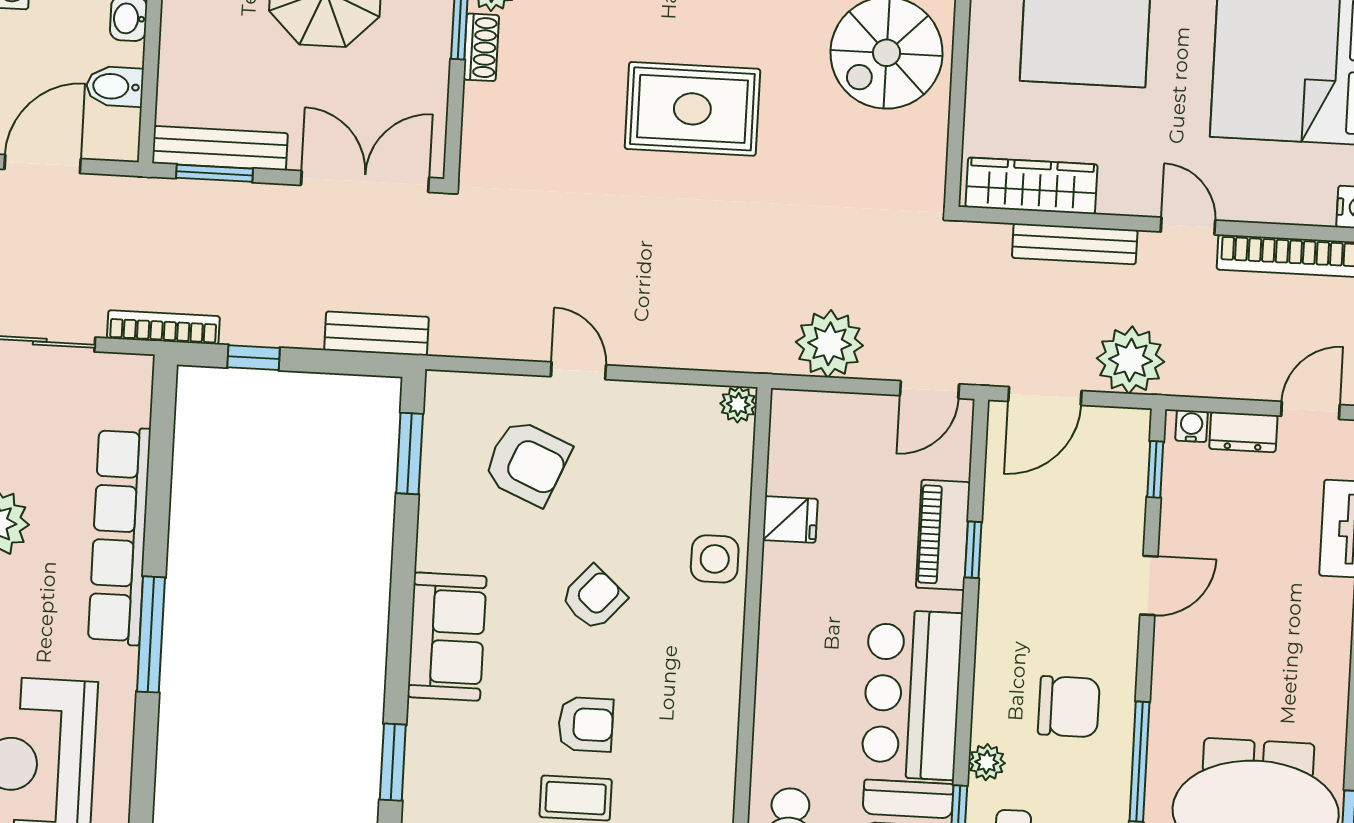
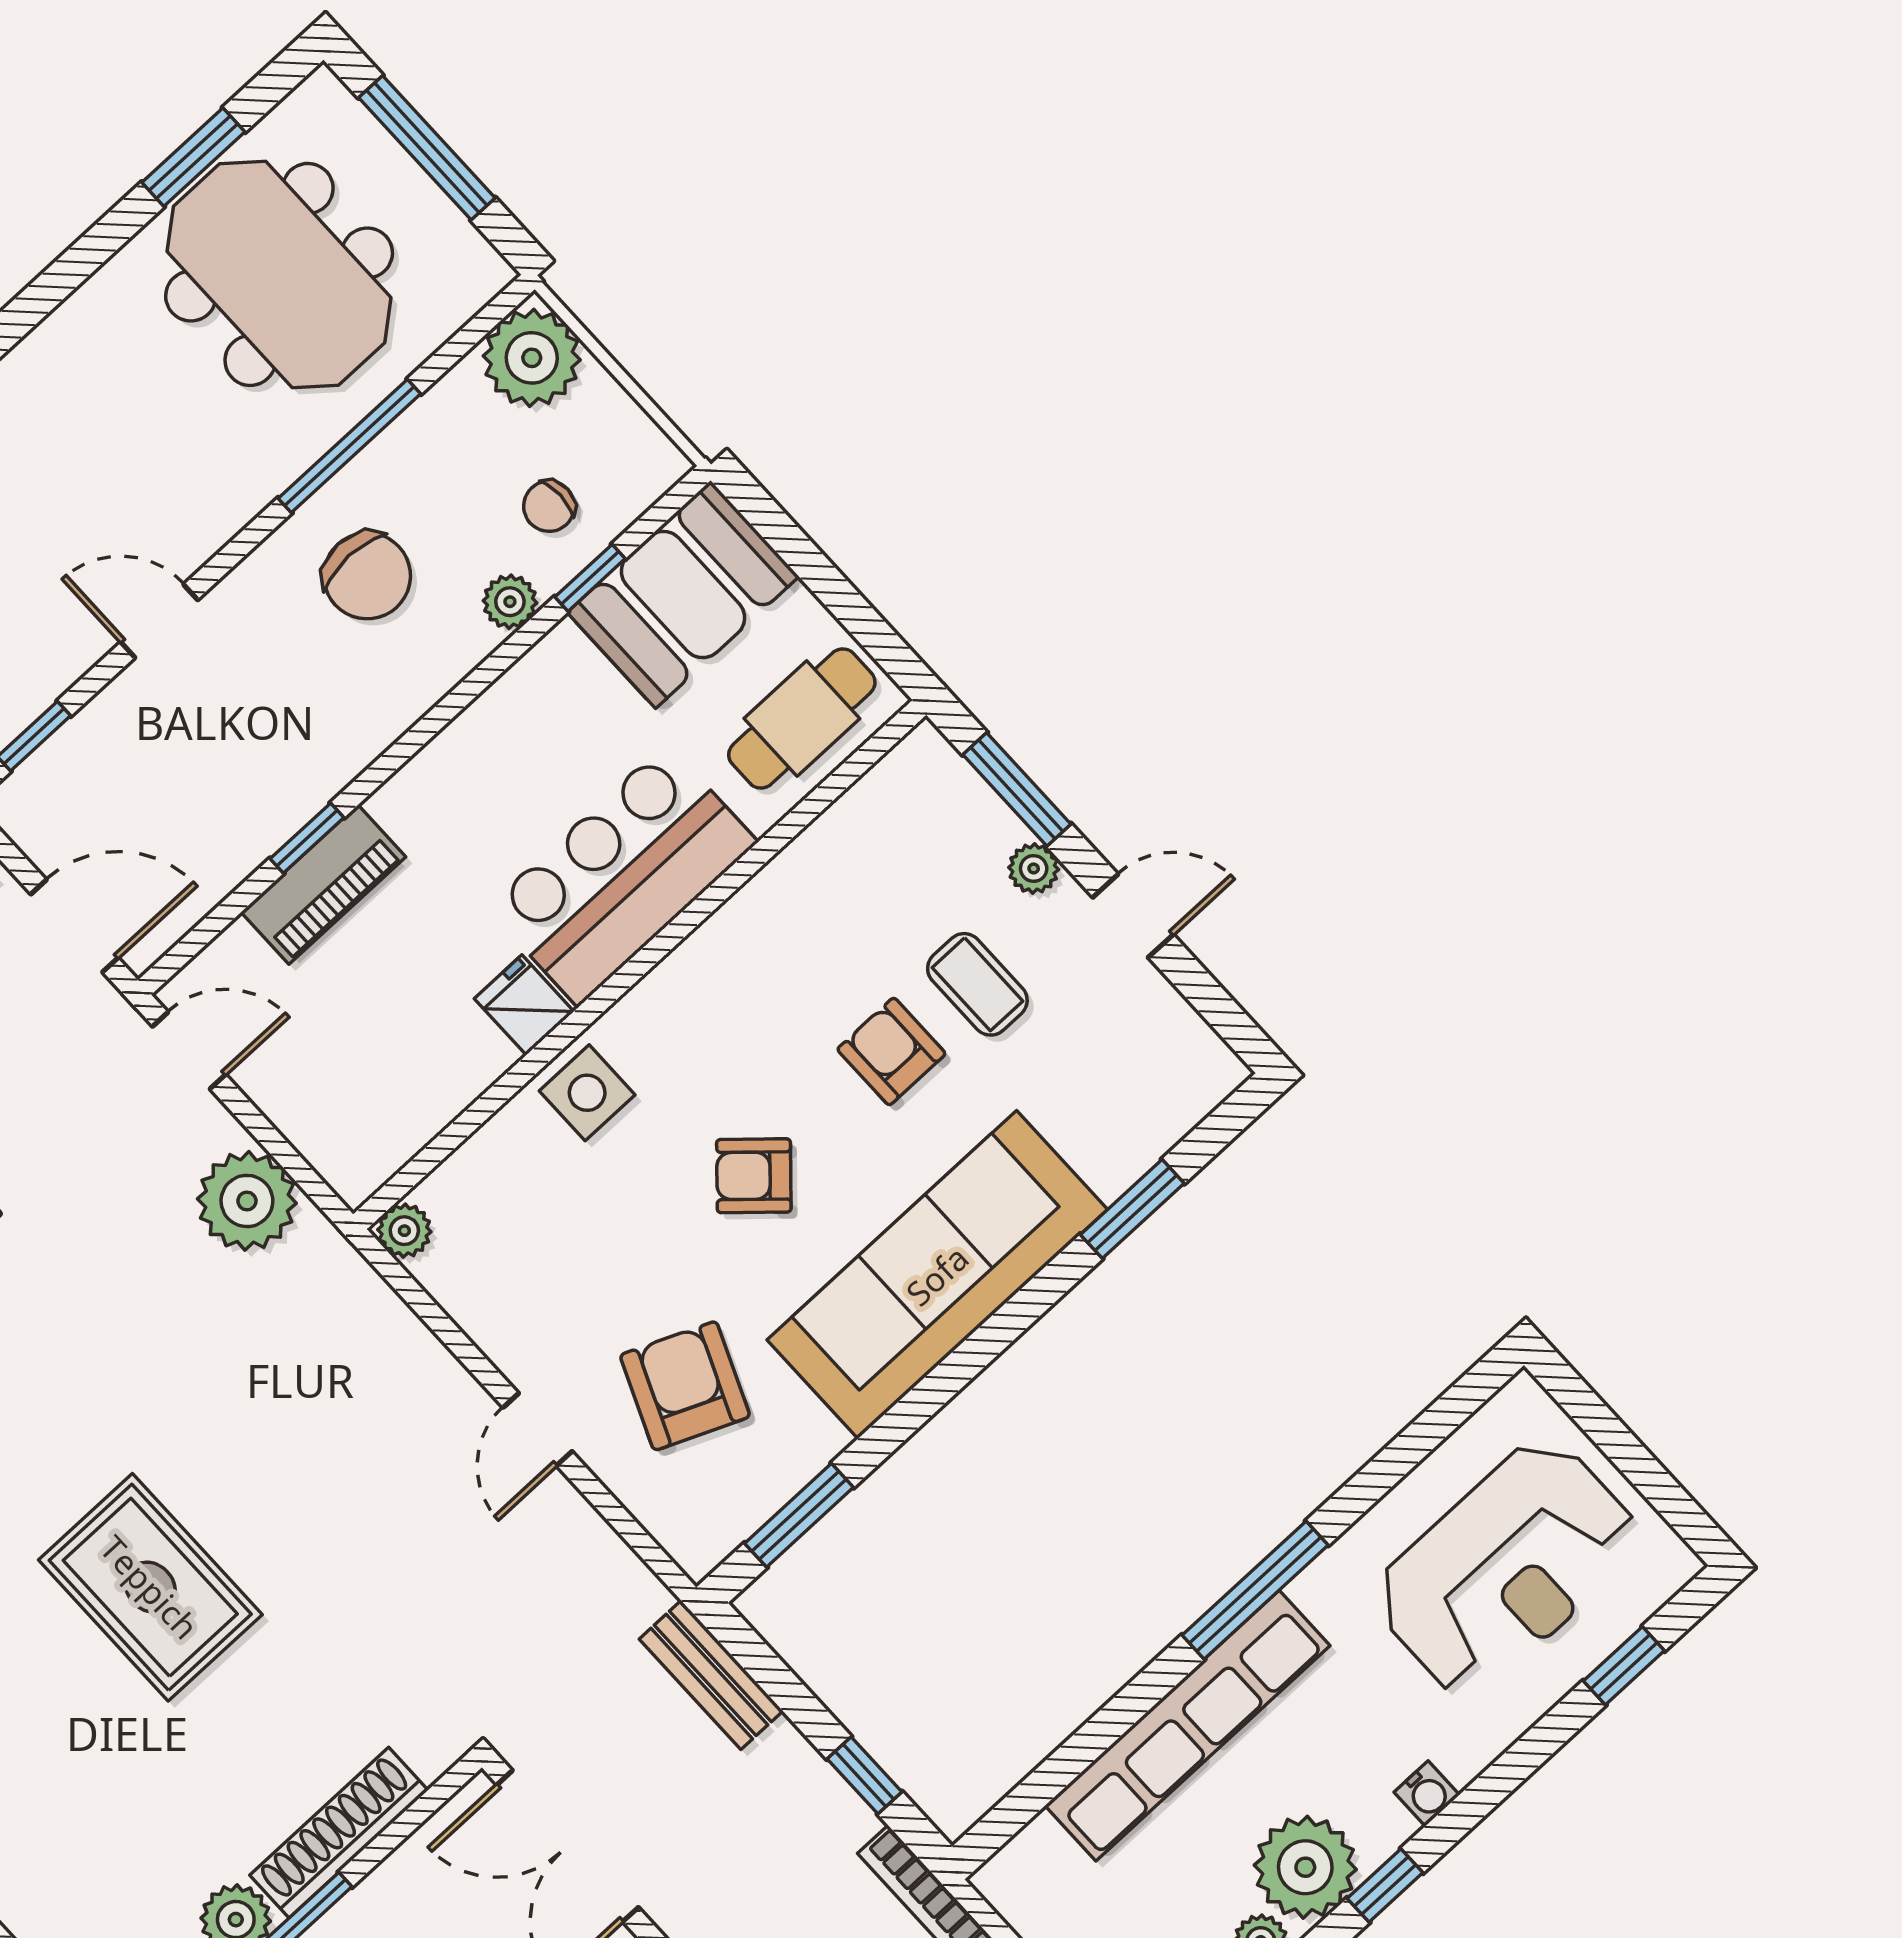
shoe rack: (481, 47) -> (339, 1833), width x1.94, depth x1.24
fridge: (790, 519) -> (524, 1005), moved
sofa: (447, 637) -> (937, 1275), width x1.85, depth x1.27
bar counter: (912, 694) -> (622, 875), moved, turned 180
chair: (1069, 707) -> (367, 576), turned 180

